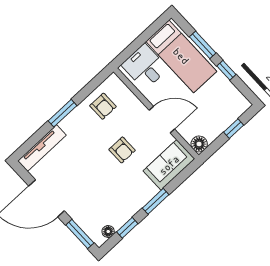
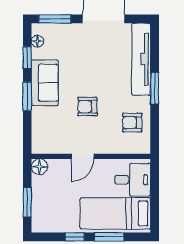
door: (162, 120) -> (82, 156), width x0.73
window: (234, 129) -> (27, 202), width x1.50
tv unit: (42, 148) -> (141, 59), width x1.36, depth x1.29
sofa: (169, 165) -> (45, 83), moved

